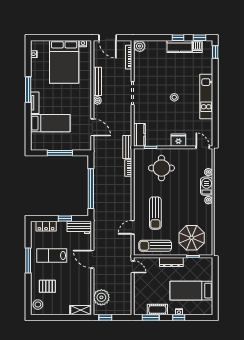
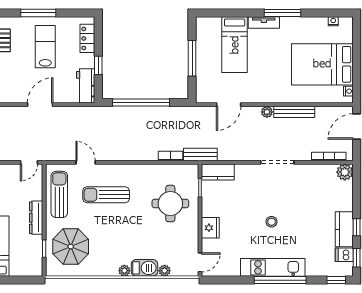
window: (215, 91) -> (280, 280), added

